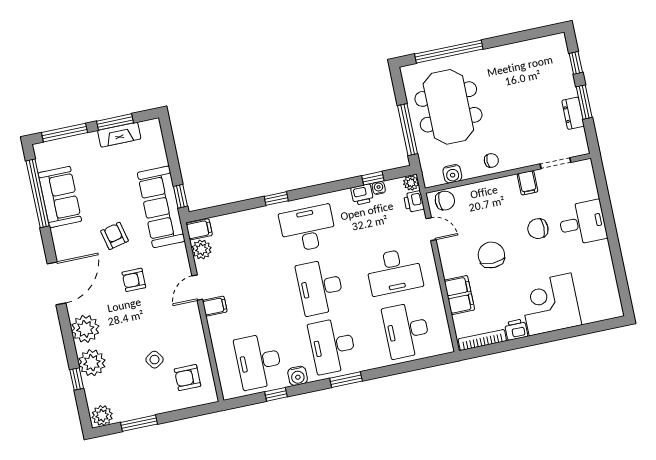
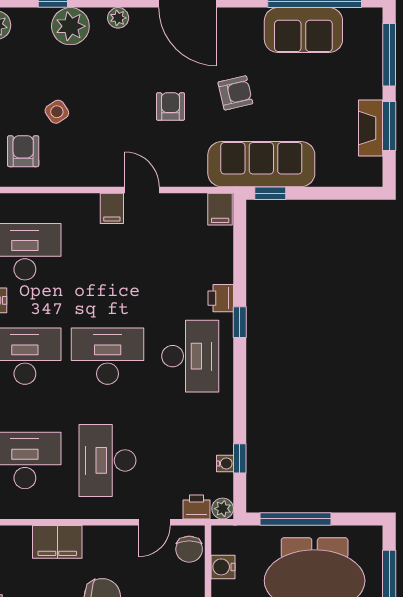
printer: (362, 195) -> (221, 298), moved
plant: (202, 249) -> (192, 207), removed
plant: (85, 329) -> (118, 18), width x0.53, depth x0.53

